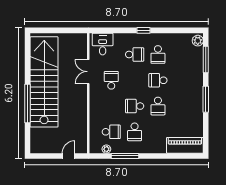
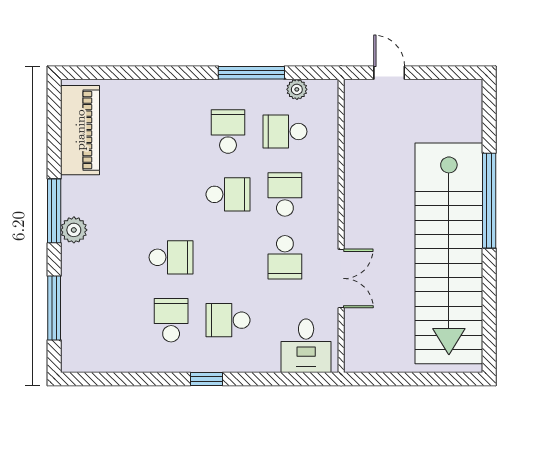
plant: (198, 41) -> (74, 230), moved
school desk: (158, 106) -> (285, 194), moved
piano: (185, 145) -> (80, 130), moved, turned -90
door: (69, 156) -> (389, 73), swing flipped

